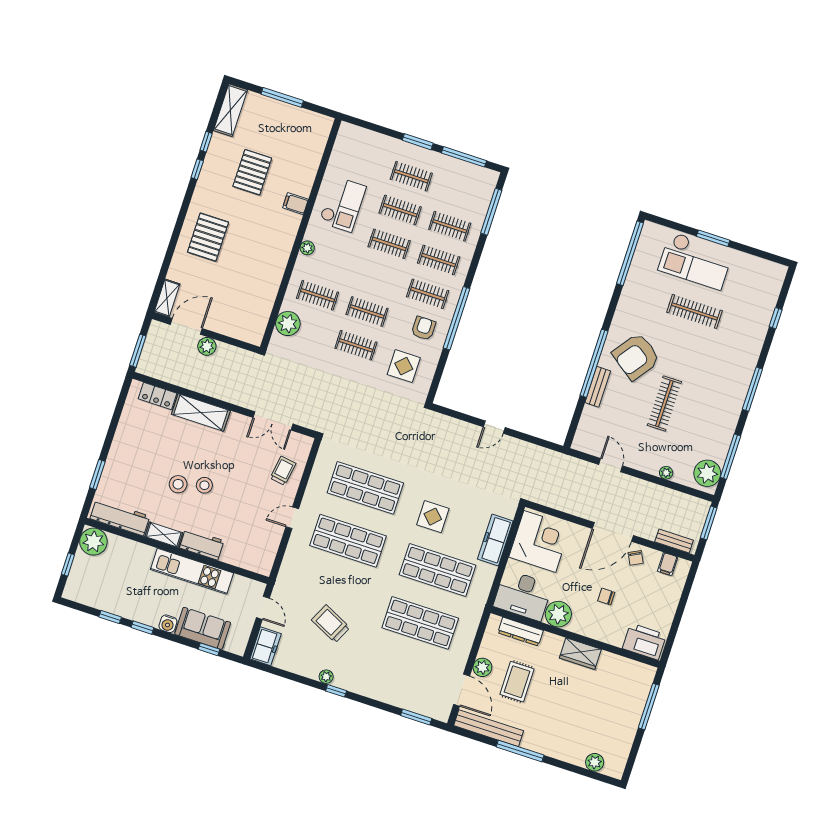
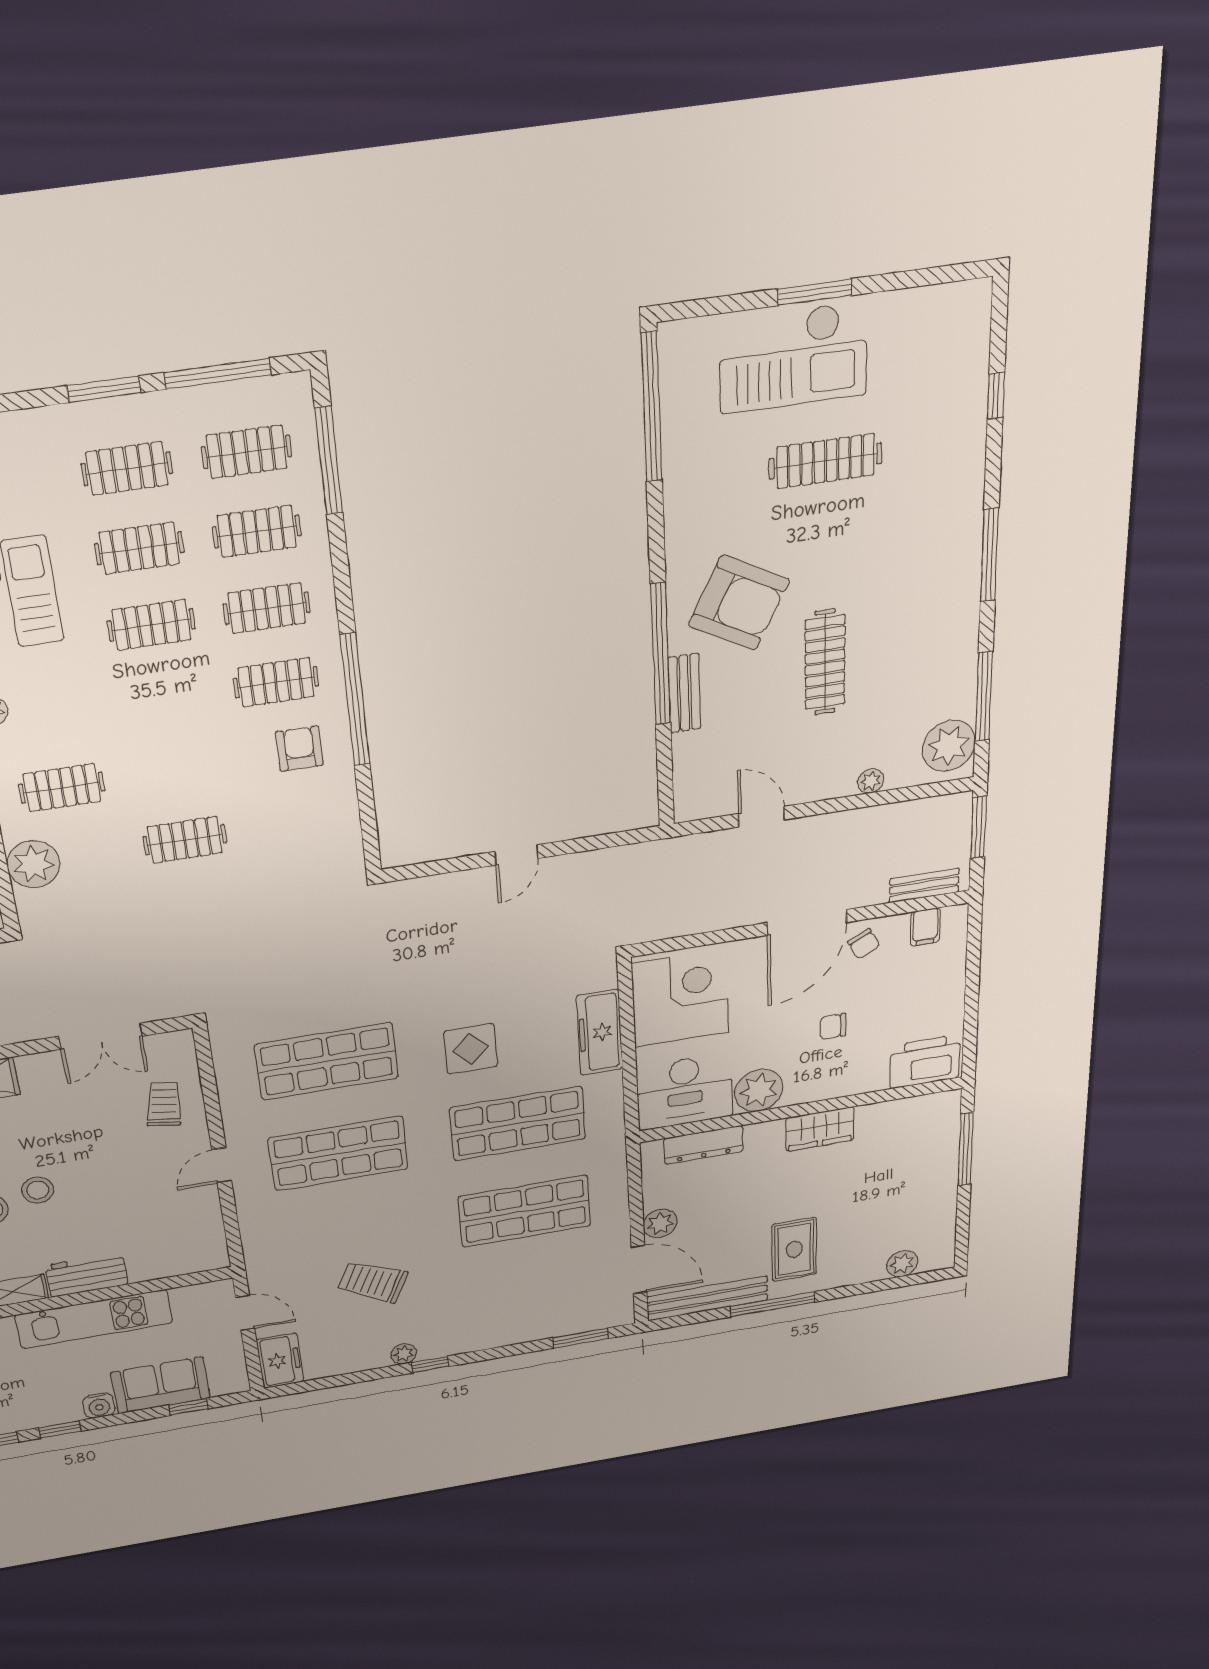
clothes rail: (367, 311) -> (247, 452), moved
armchair: (636, 357) -> (739, 603), turned -98
display table: (404, 366) -> (295, 832), removed
rug: (517, 682) -> (794, 1249), moved

